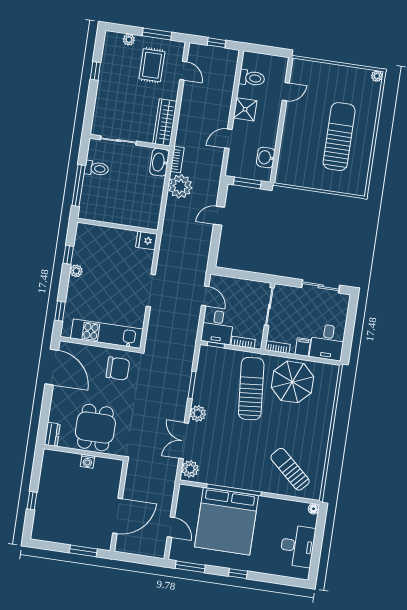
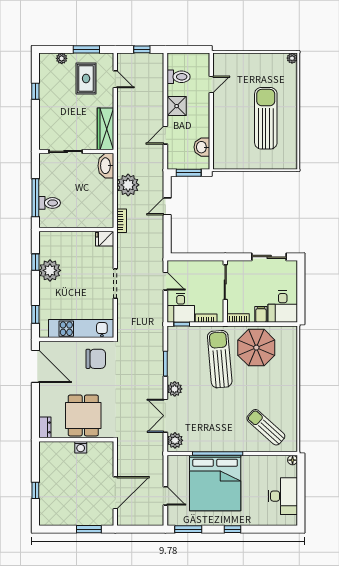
bookcase: (177, 160) -> (122, 221), moved
toilet: (97, 168) -> (50, 203), moved
plant: (76, 271) -> (50, 270), width x1.88, depth x1.88

